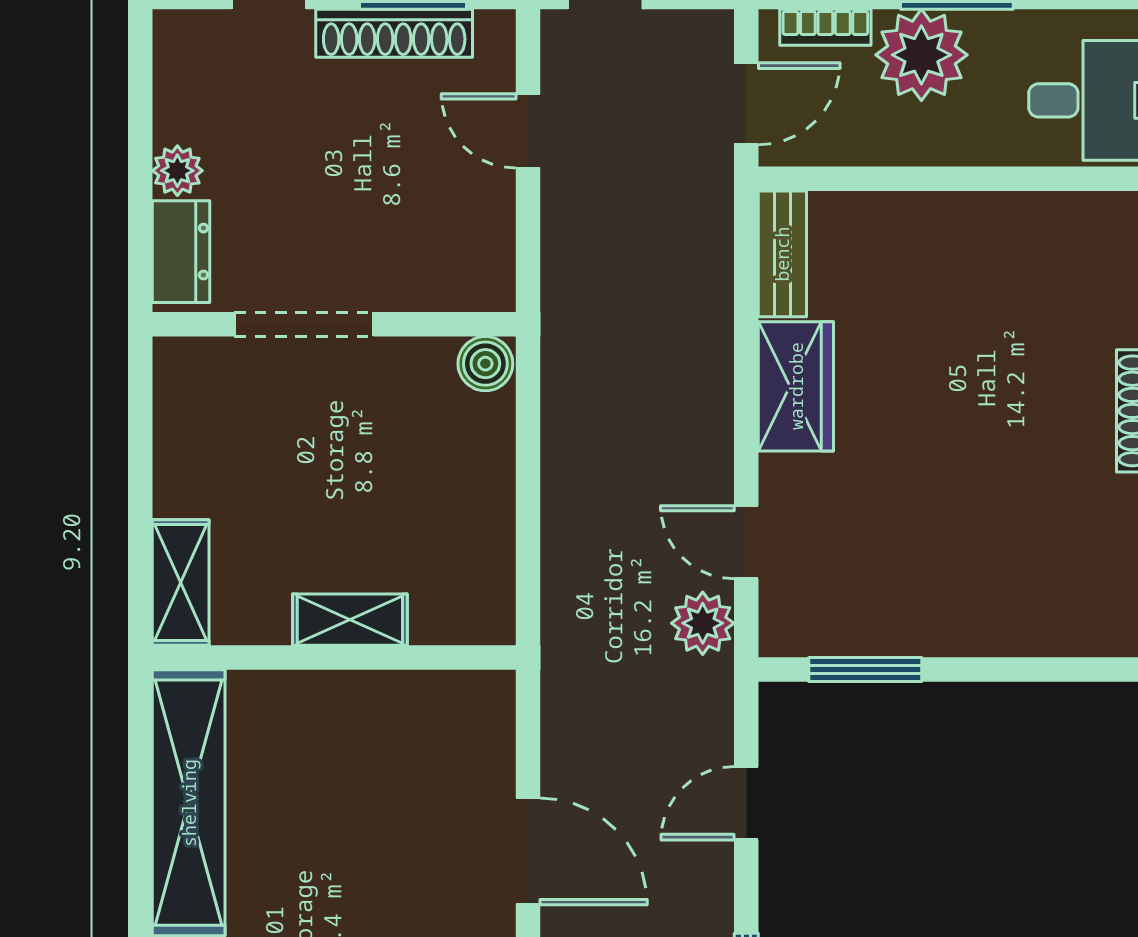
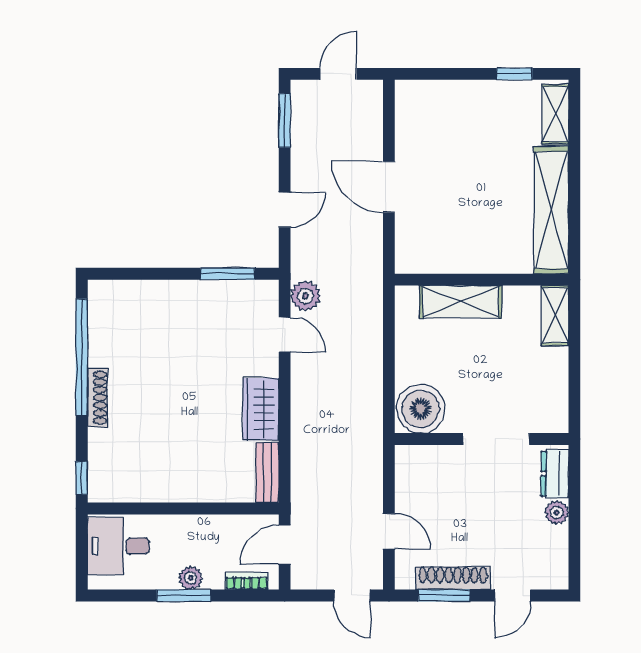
plant: (921, 55) -> (191, 578), width x0.53, depth x0.53
boiler: (485, 364) -> (421, 409), width x1.86, depth x1.86
shelving: (350, 620) -> (460, 302), width x1.50, depth x1.33

